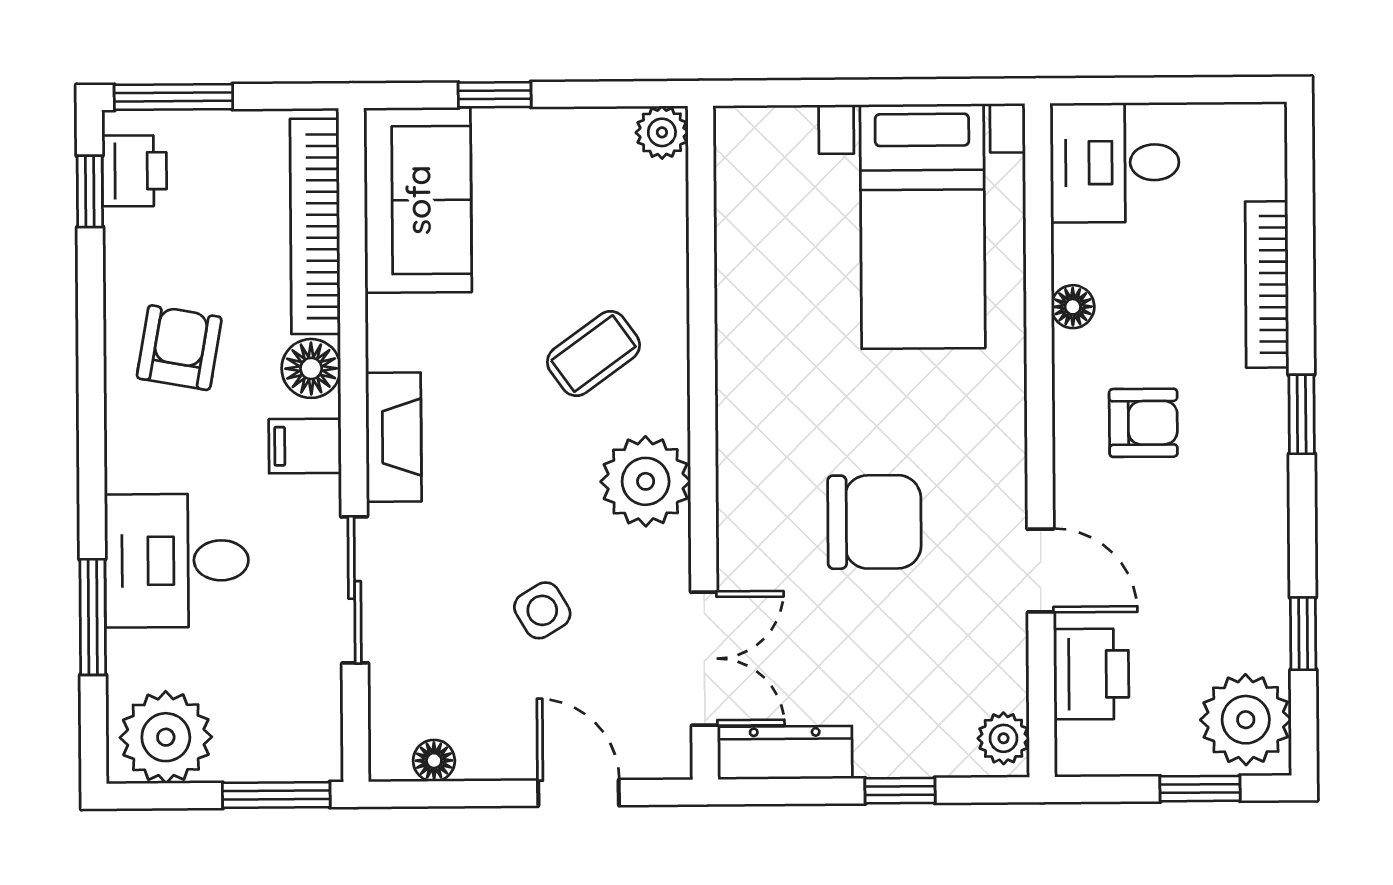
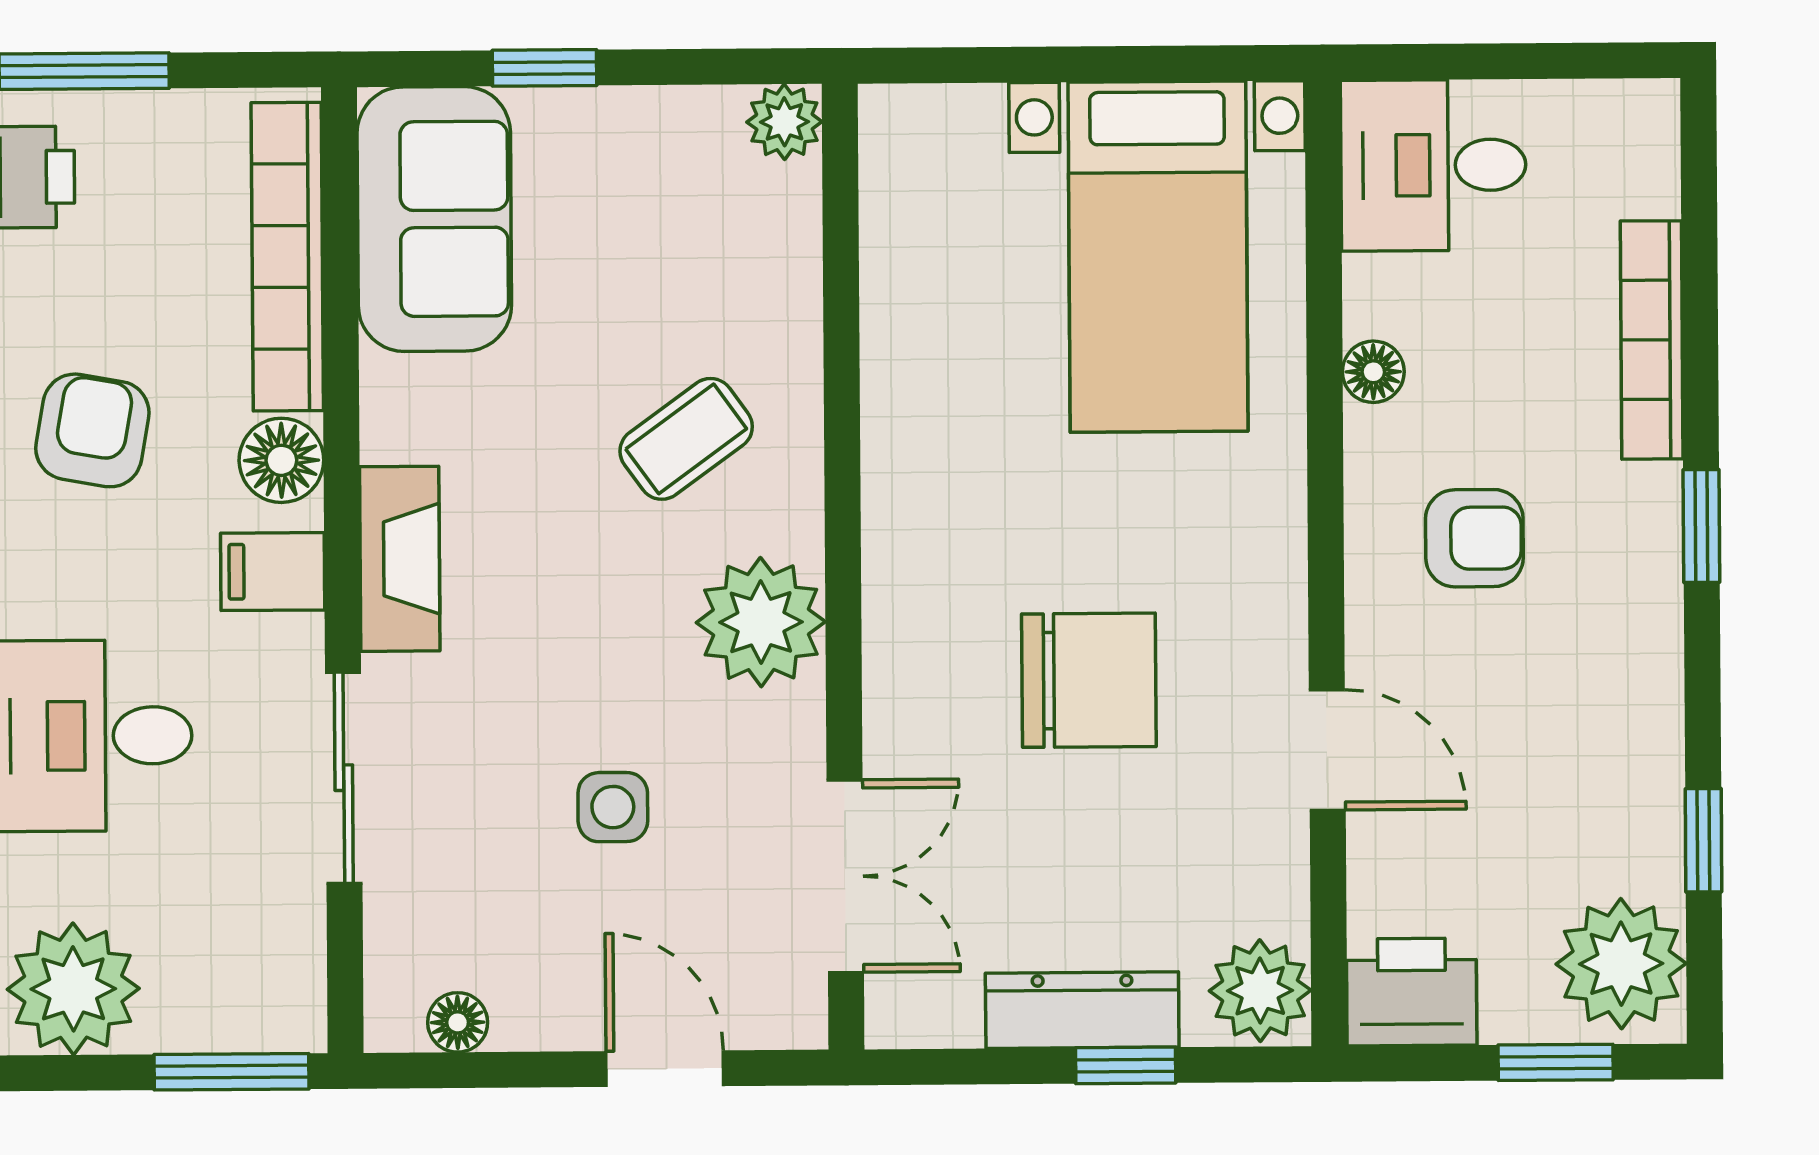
side table: (542, 610) -> (613, 807), turned 31
printer: (1091, 674) -> (1412, 992), moved, turned -90
plant: (1004, 738) -> (1260, 991), width x1.38, depth x1.38
dresser: (785, 753) -> (1082, 1010), moved

